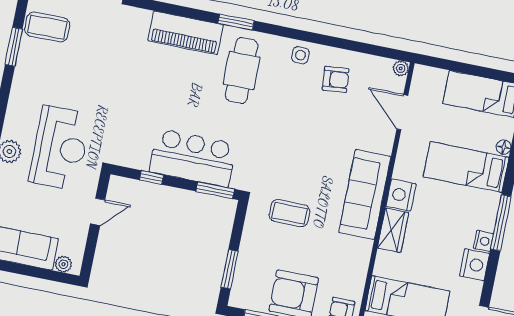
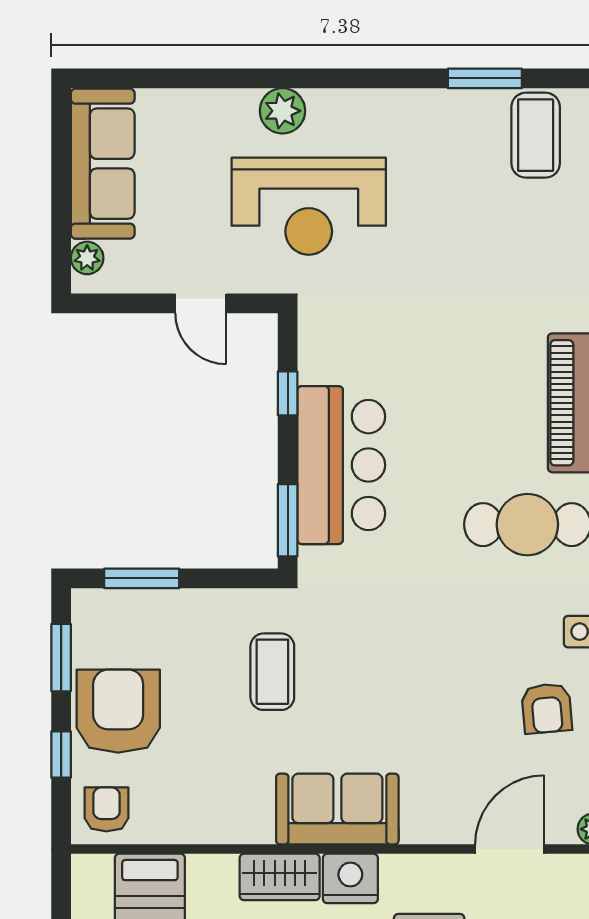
sofa: (365, 194) -> (337, 809), width x0.73

